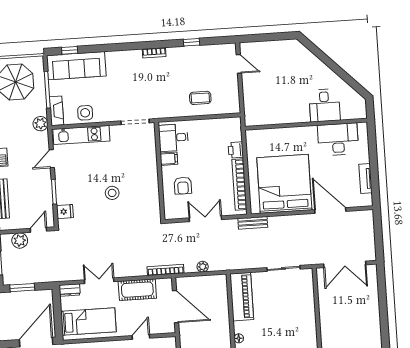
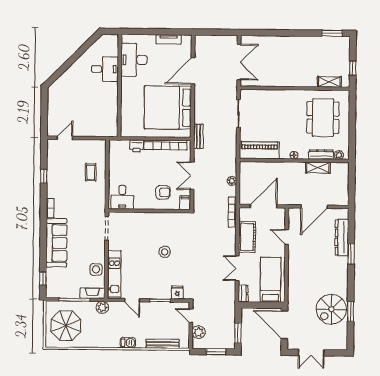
sofa: (76, 66) -> (56, 243), moved
filing cabinet: (169, 159) -> (185, 203), moved

